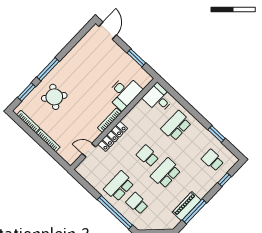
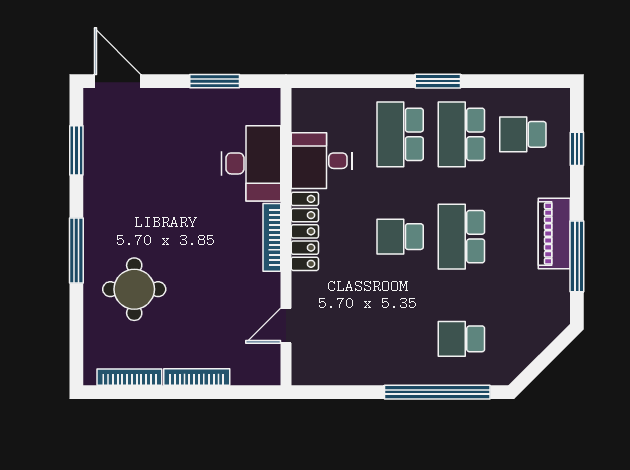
window: (26, 92) -> (76, 150), moved
round table: (54, 97) -> (134, 289), turned -38
desk: (158, 98) -> (322, 161), moved
window: (217, 134) -> (438, 81), moved
locker: (113, 136) -> (305, 231), moved
school desk: (119, 186) -> (461, 134), moved
piano: (187, 206) -> (554, 234), moved

